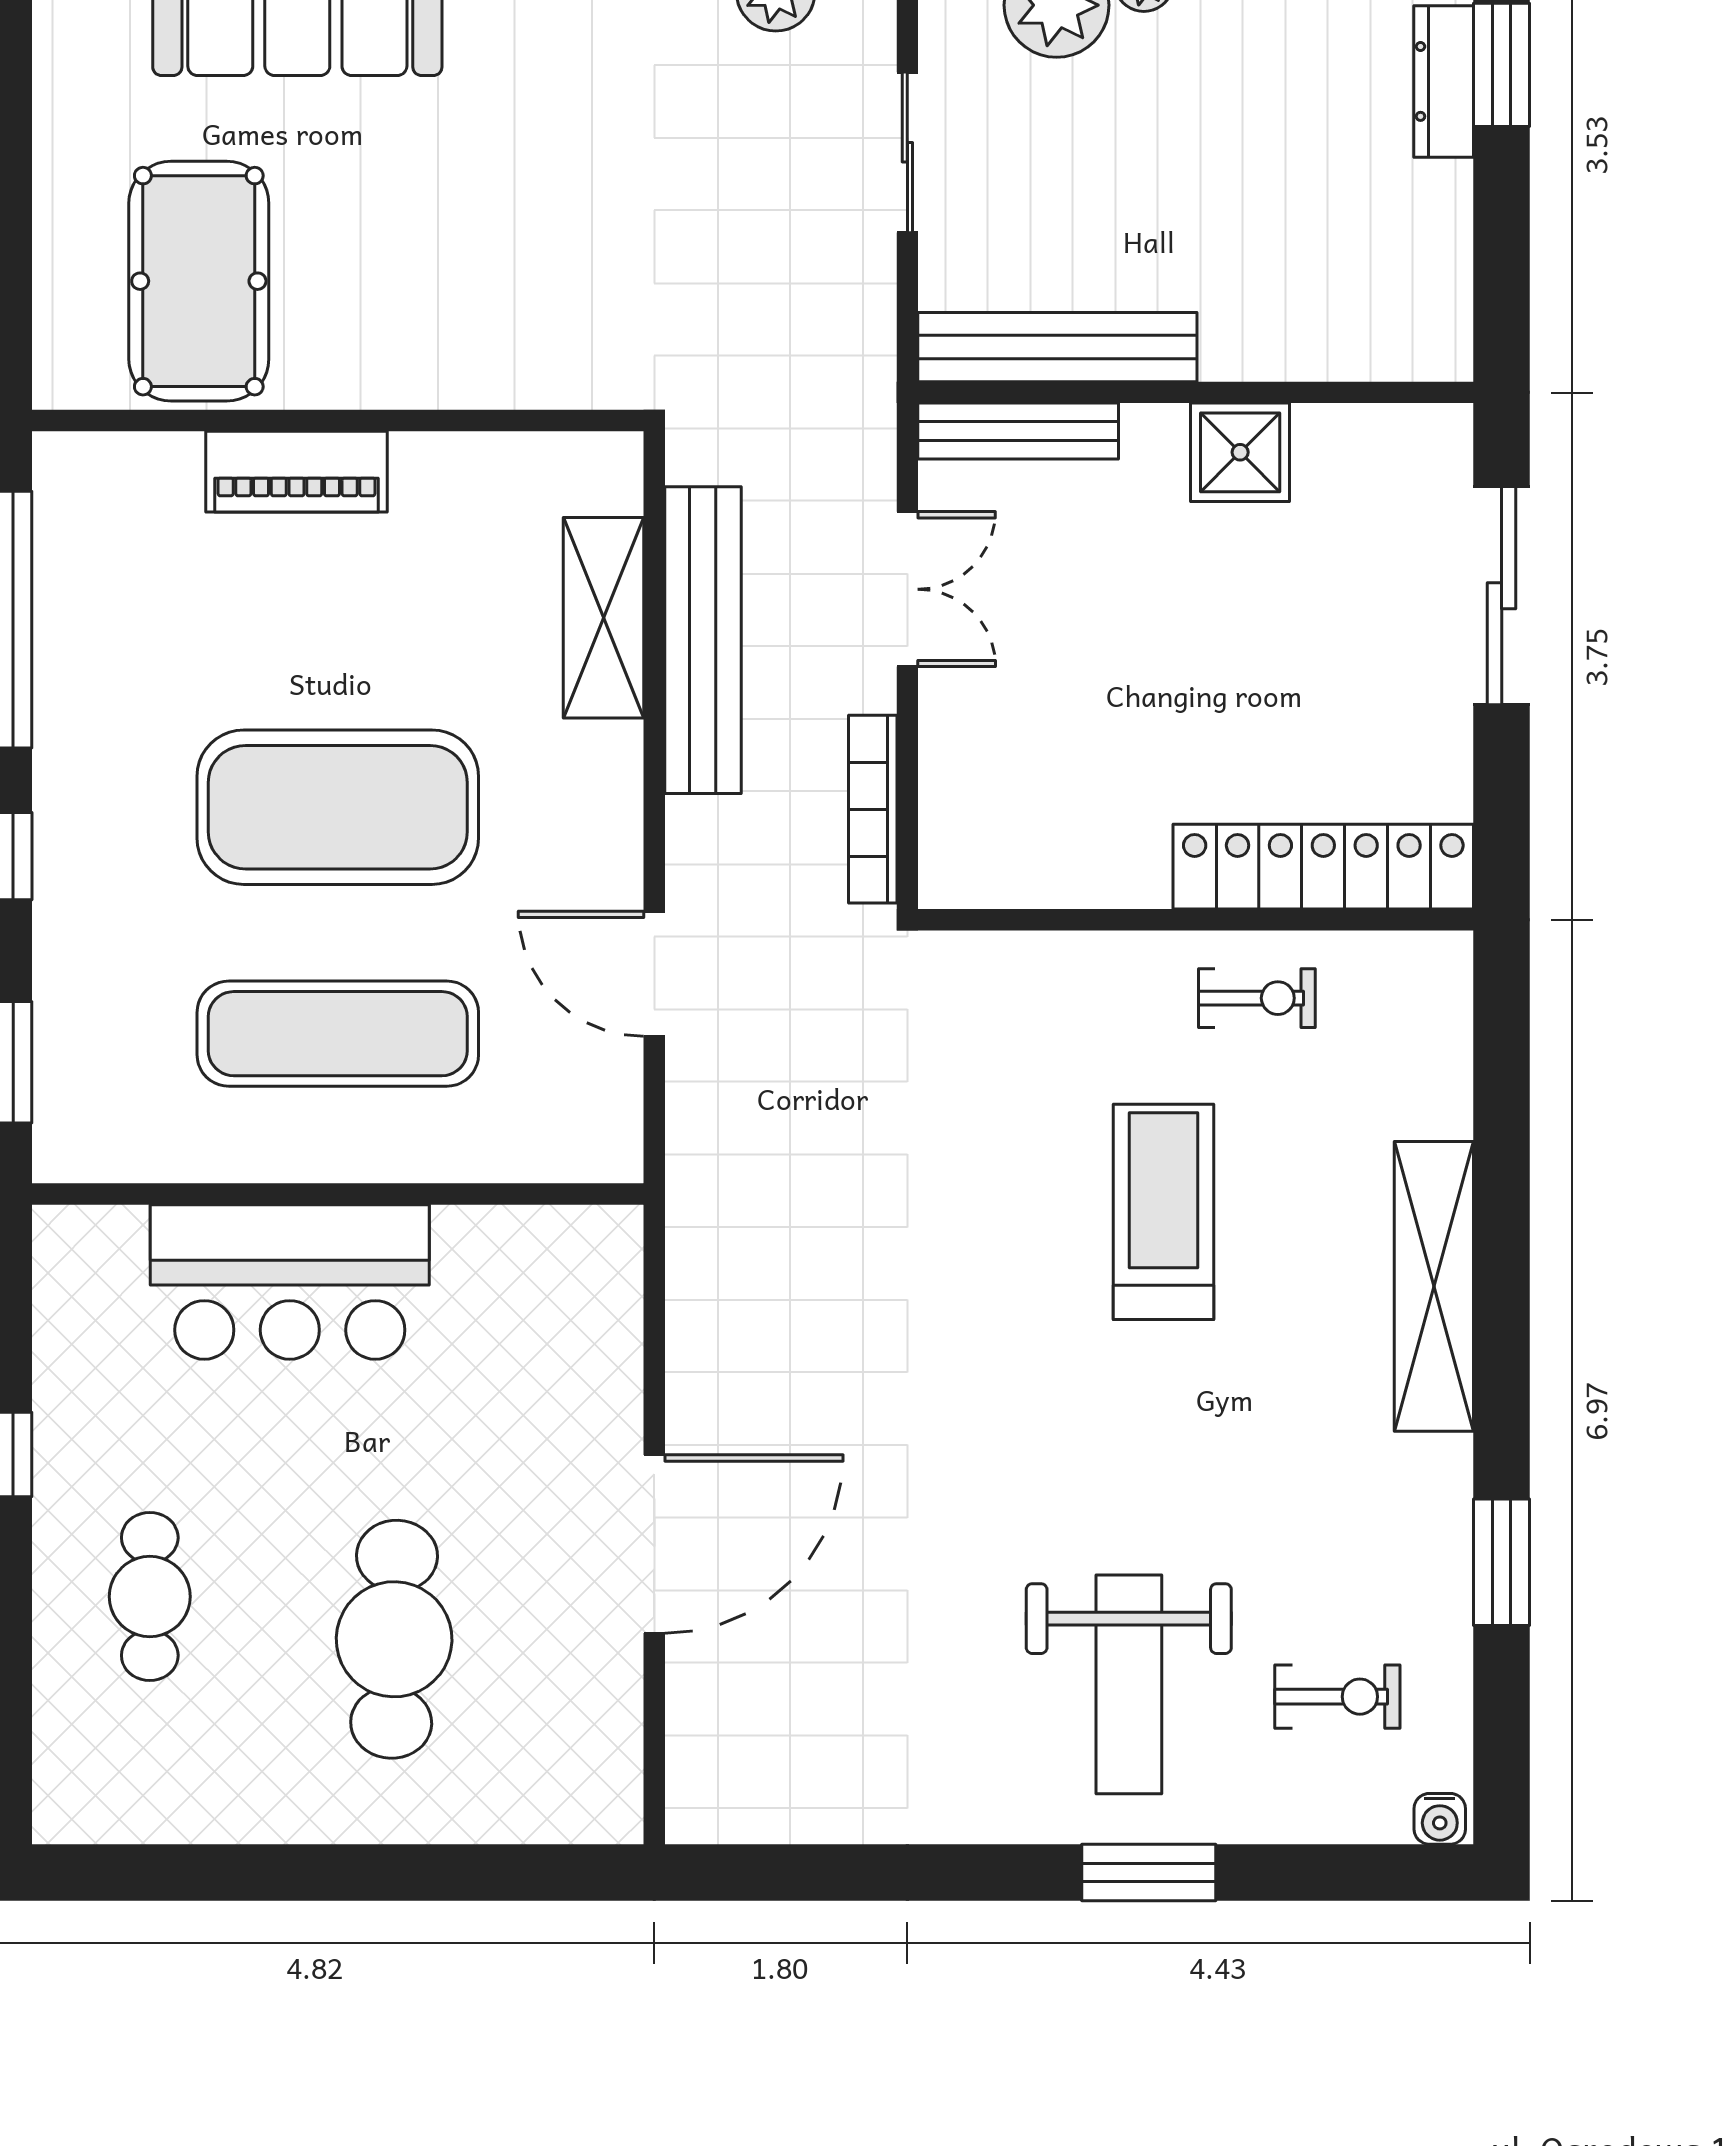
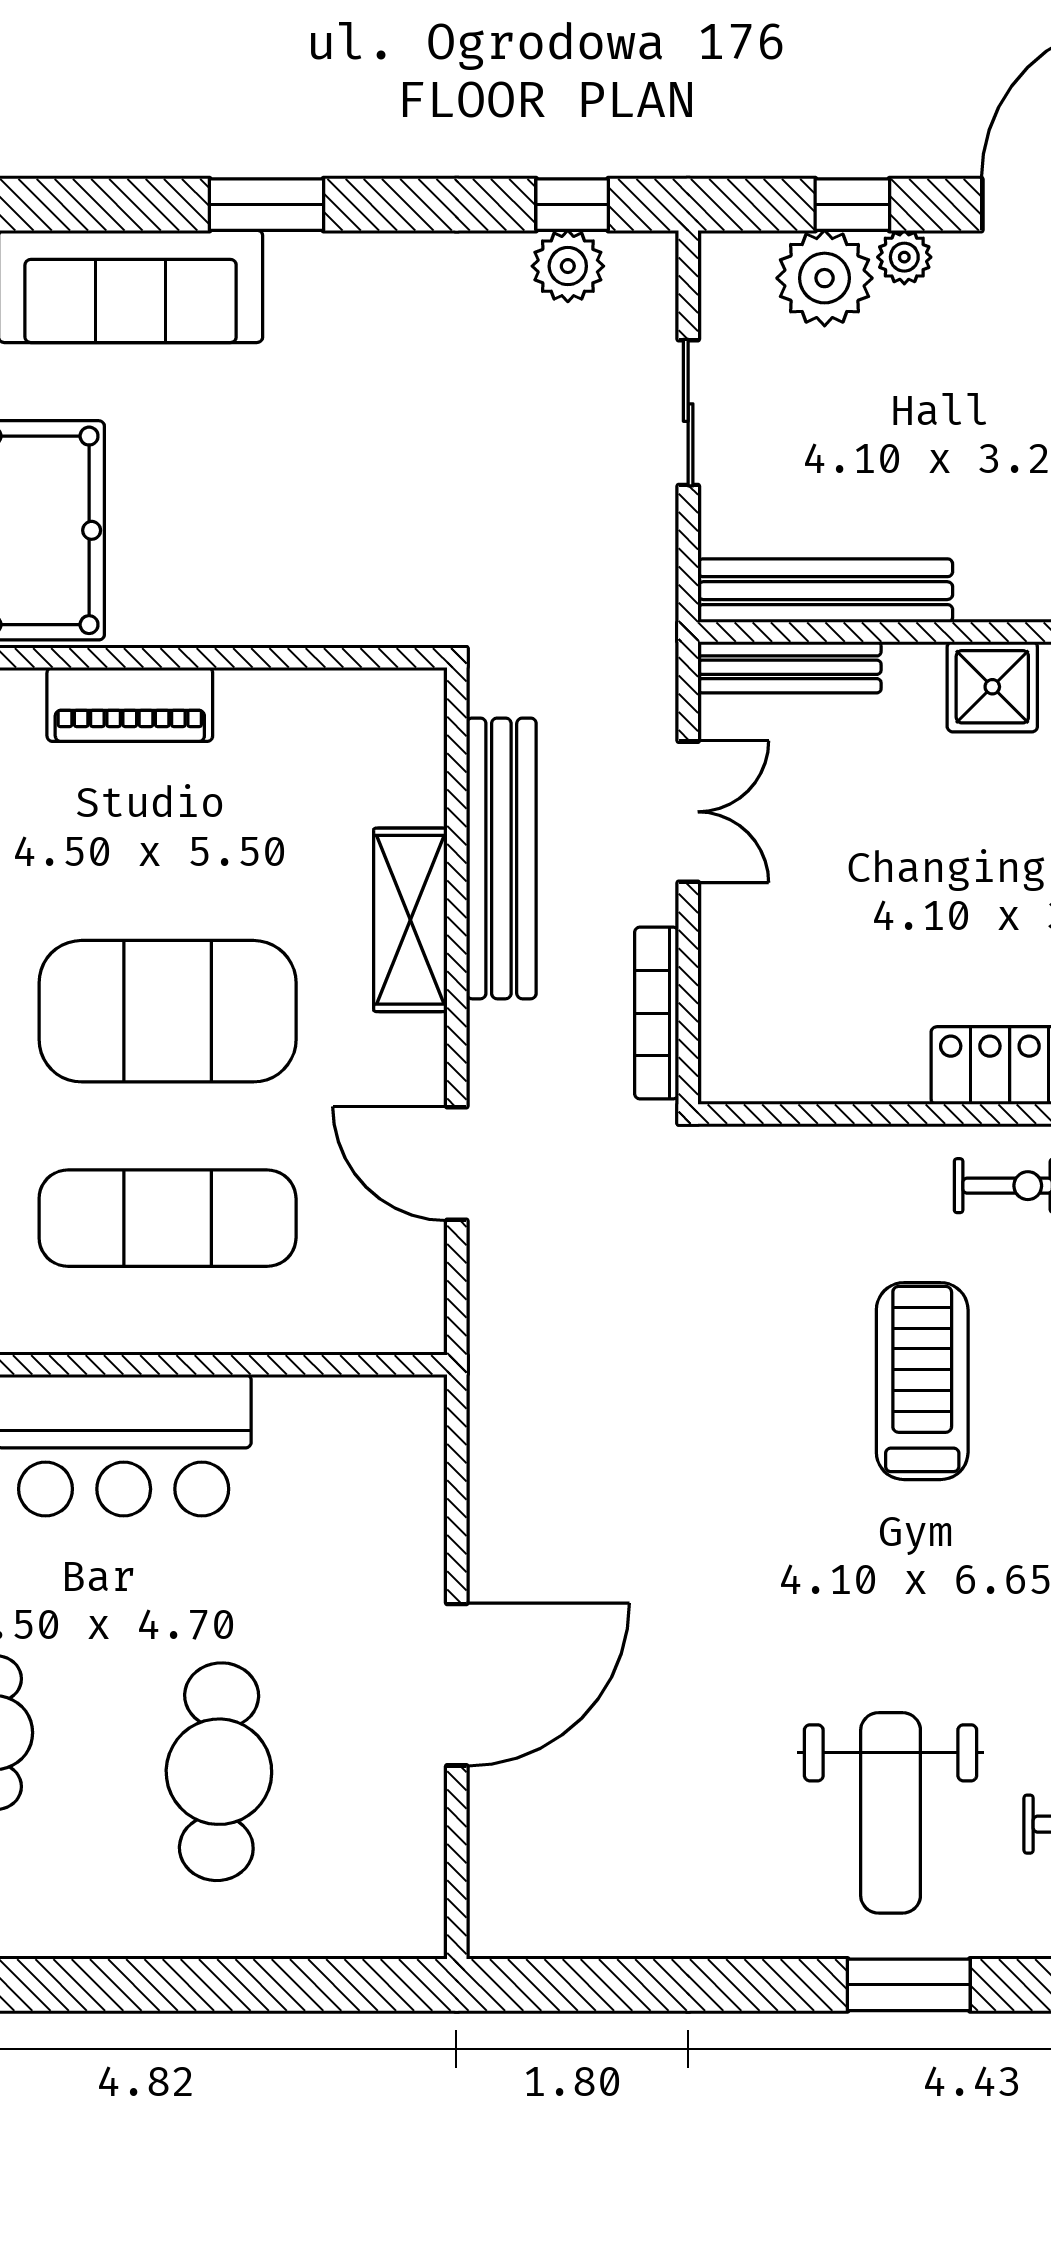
shelving: (604, 618) -> (410, 920), moved

